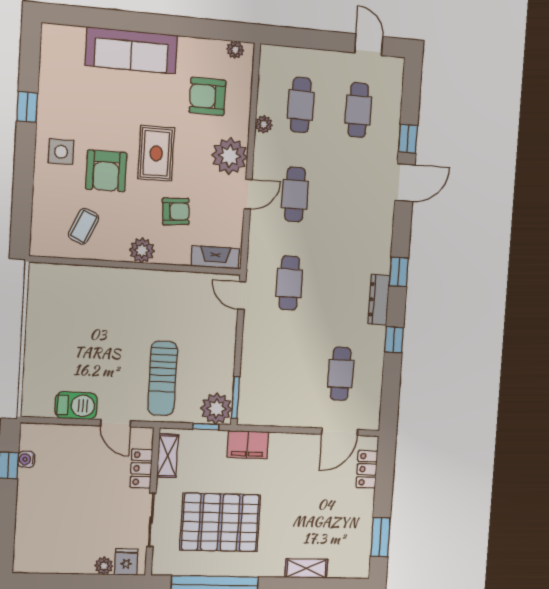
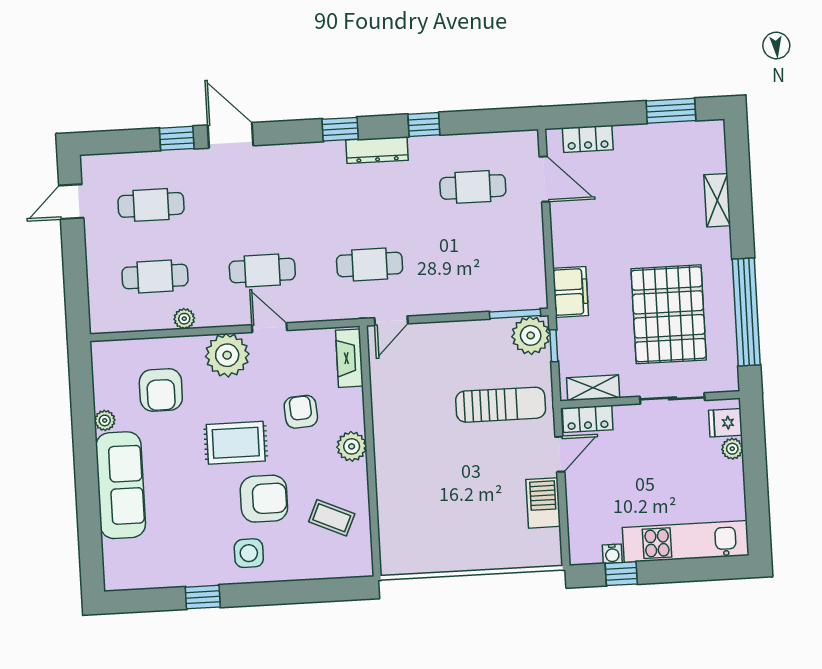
plant: (235, 50) -> (105, 420), moved
locker: (141, 468) -> (588, 419), moved
kitchen unit: (30, 521) -> (686, 542), added

